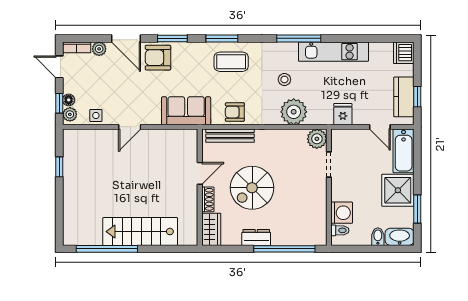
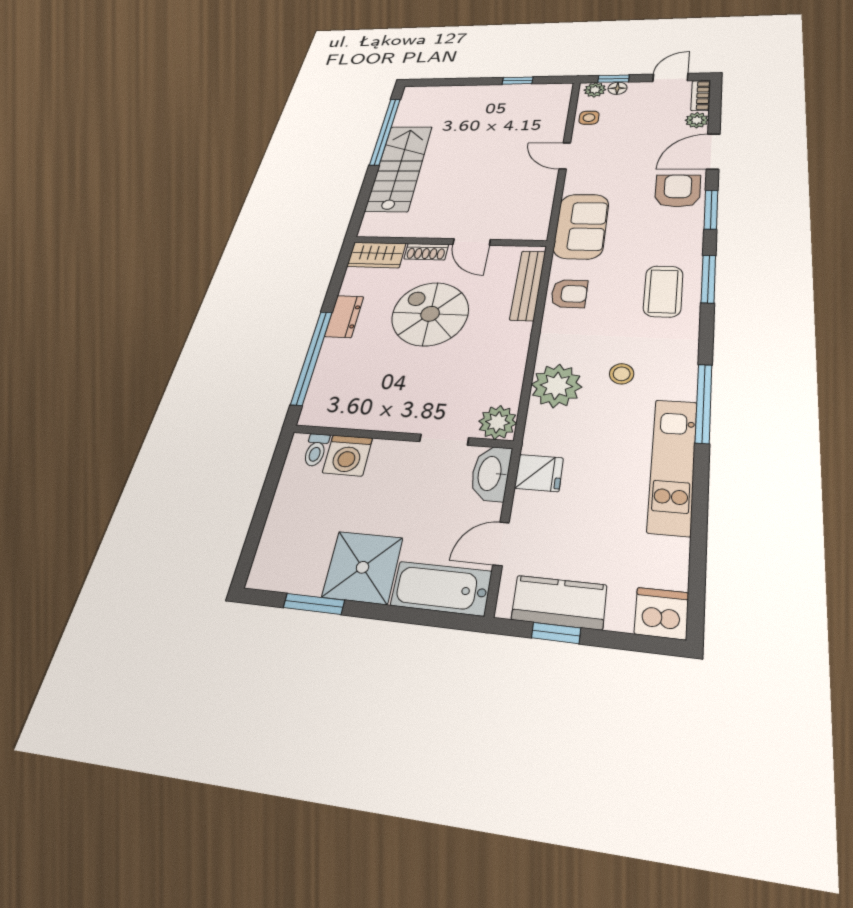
armchair: (235, 112) -> (569, 294), turned 90
bidet: (378, 237) -> (283, 518), removed
washbasin: (400, 237) -> (491, 473), moved, turned 180

